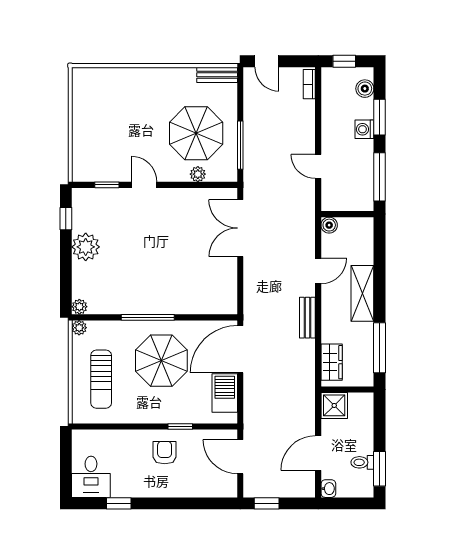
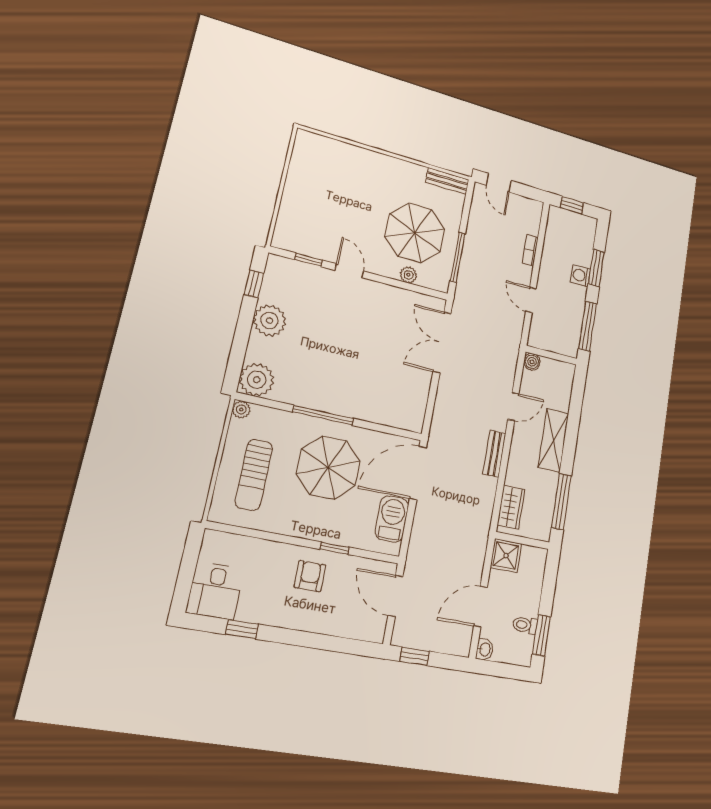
bookcase: (309, 84) -> (530, 250), moved
boiler: (365, 89) -> (587, 237), removed
plant: (79, 307) -> (257, 380), width x1.88, depth x1.88

